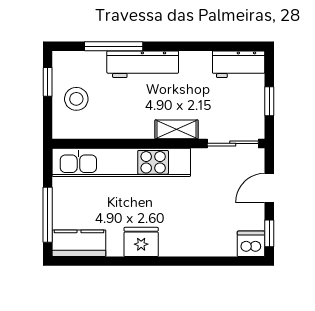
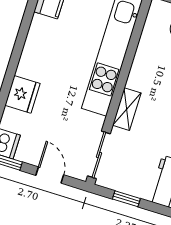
fridge: (141, 242) -> (22, 94), moved

